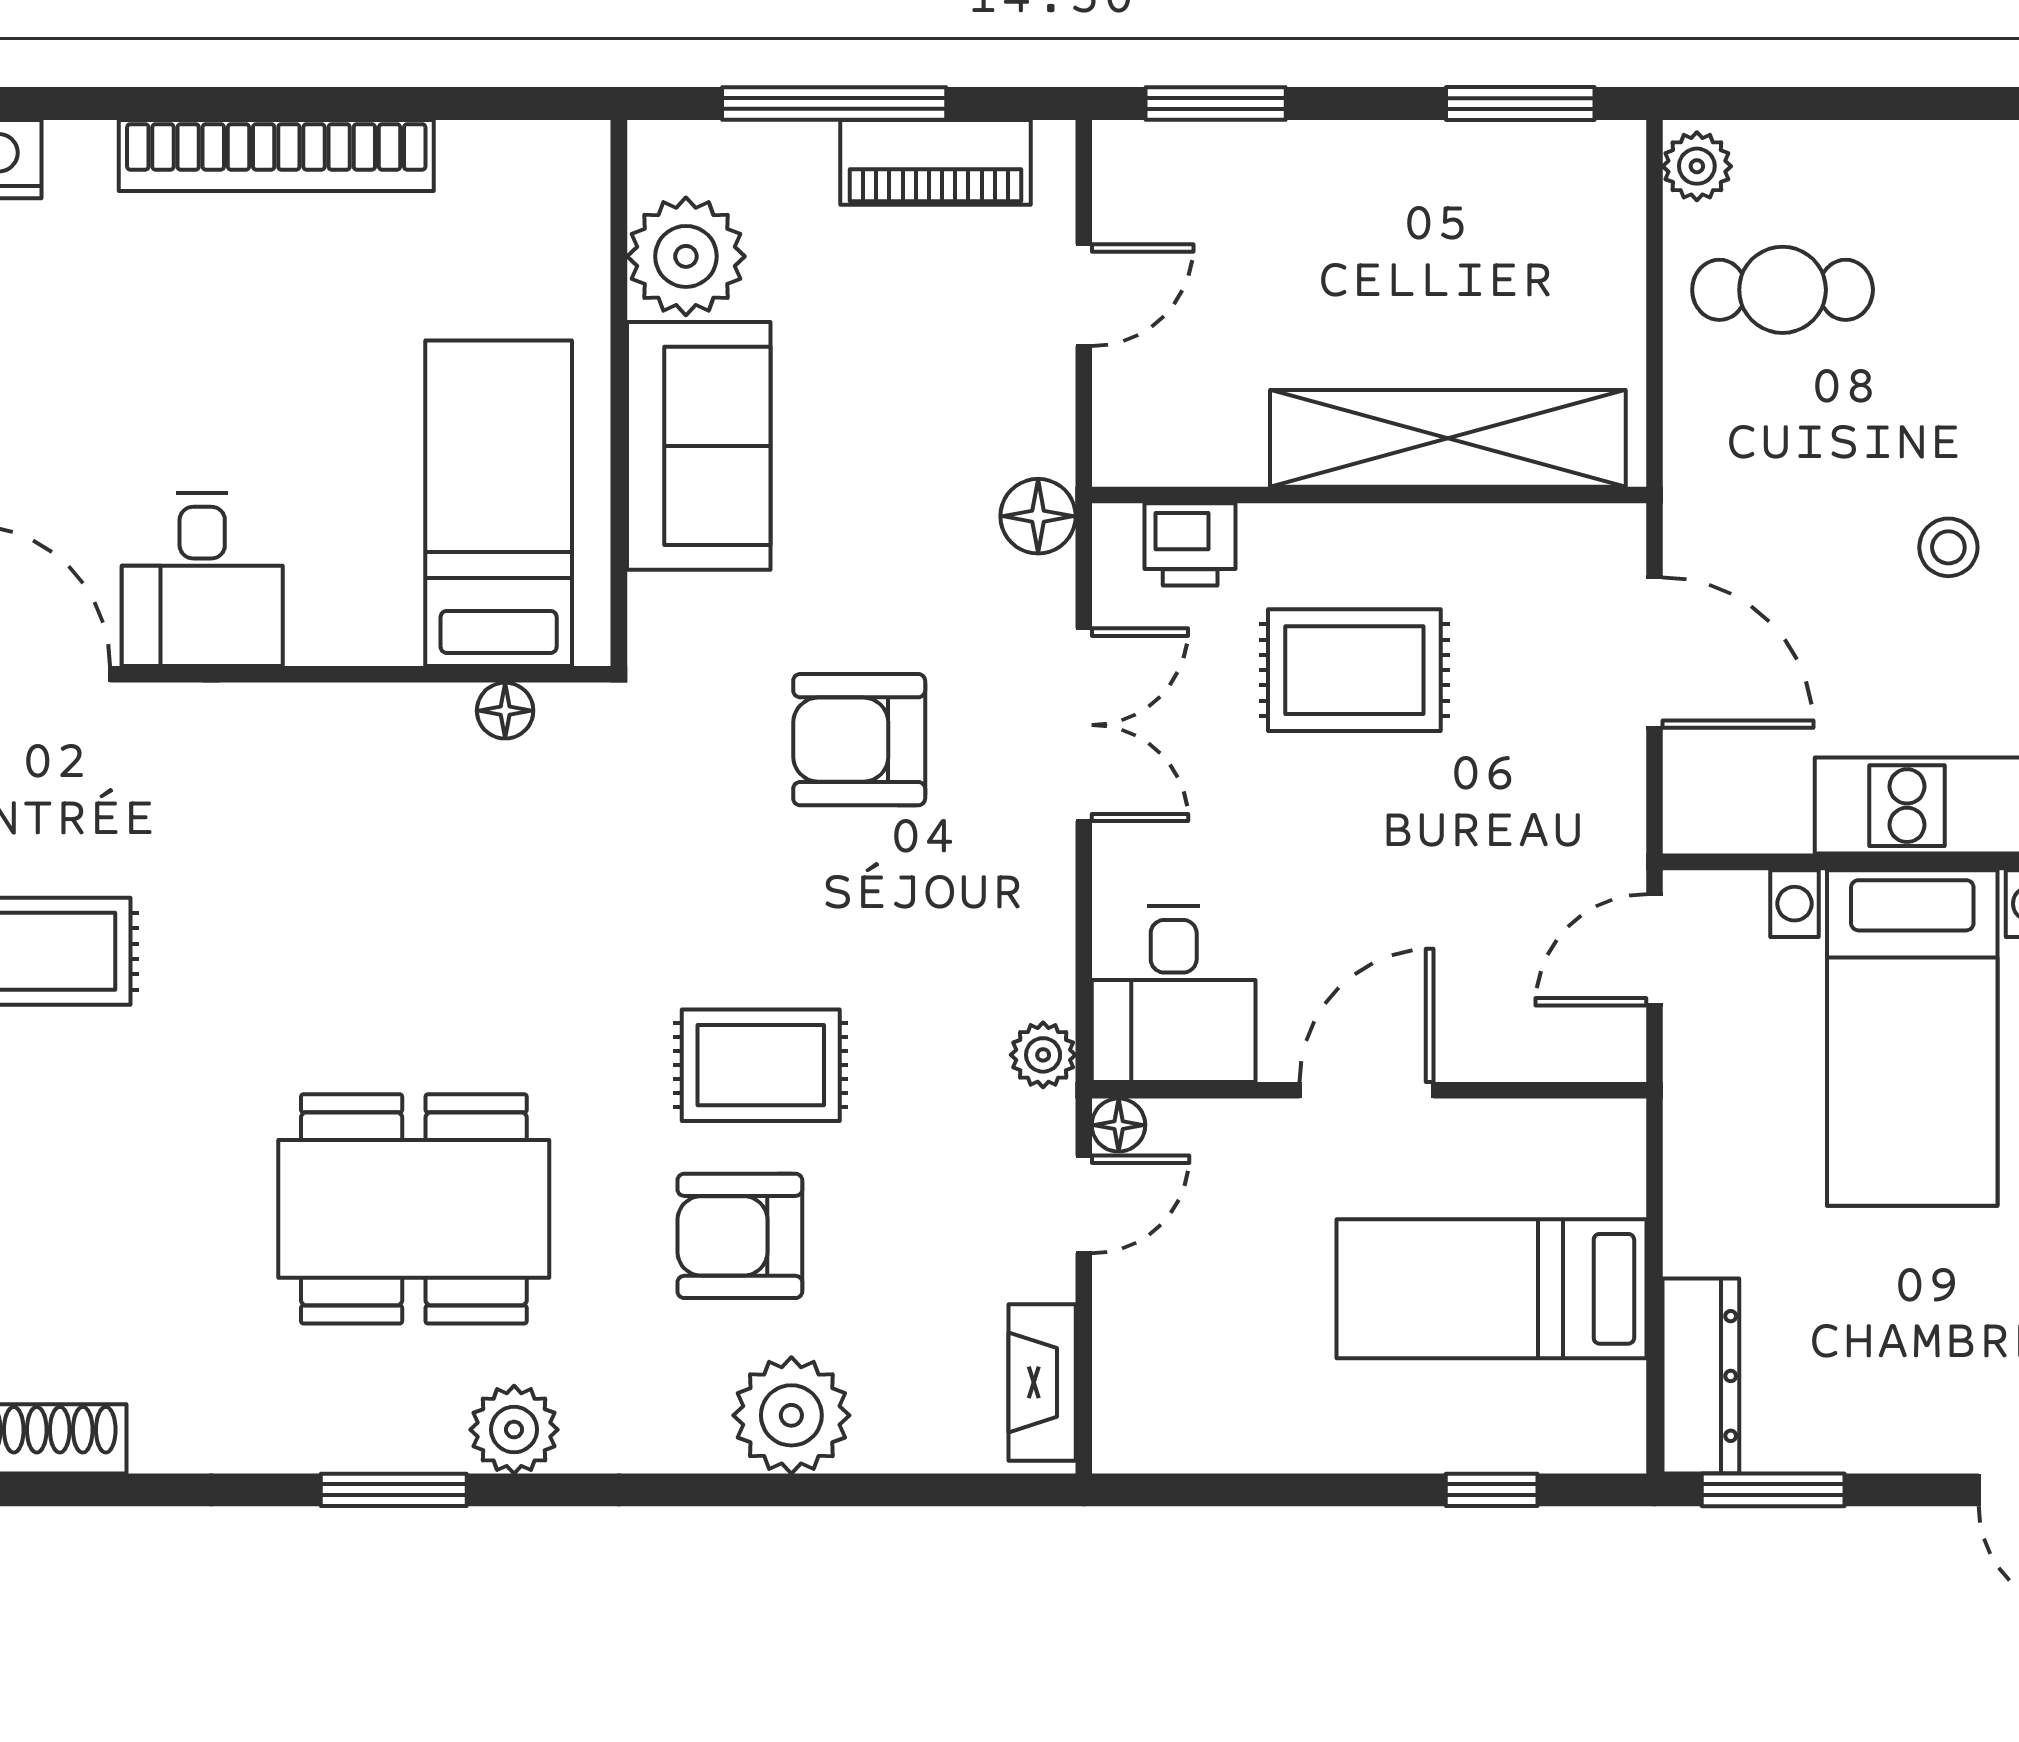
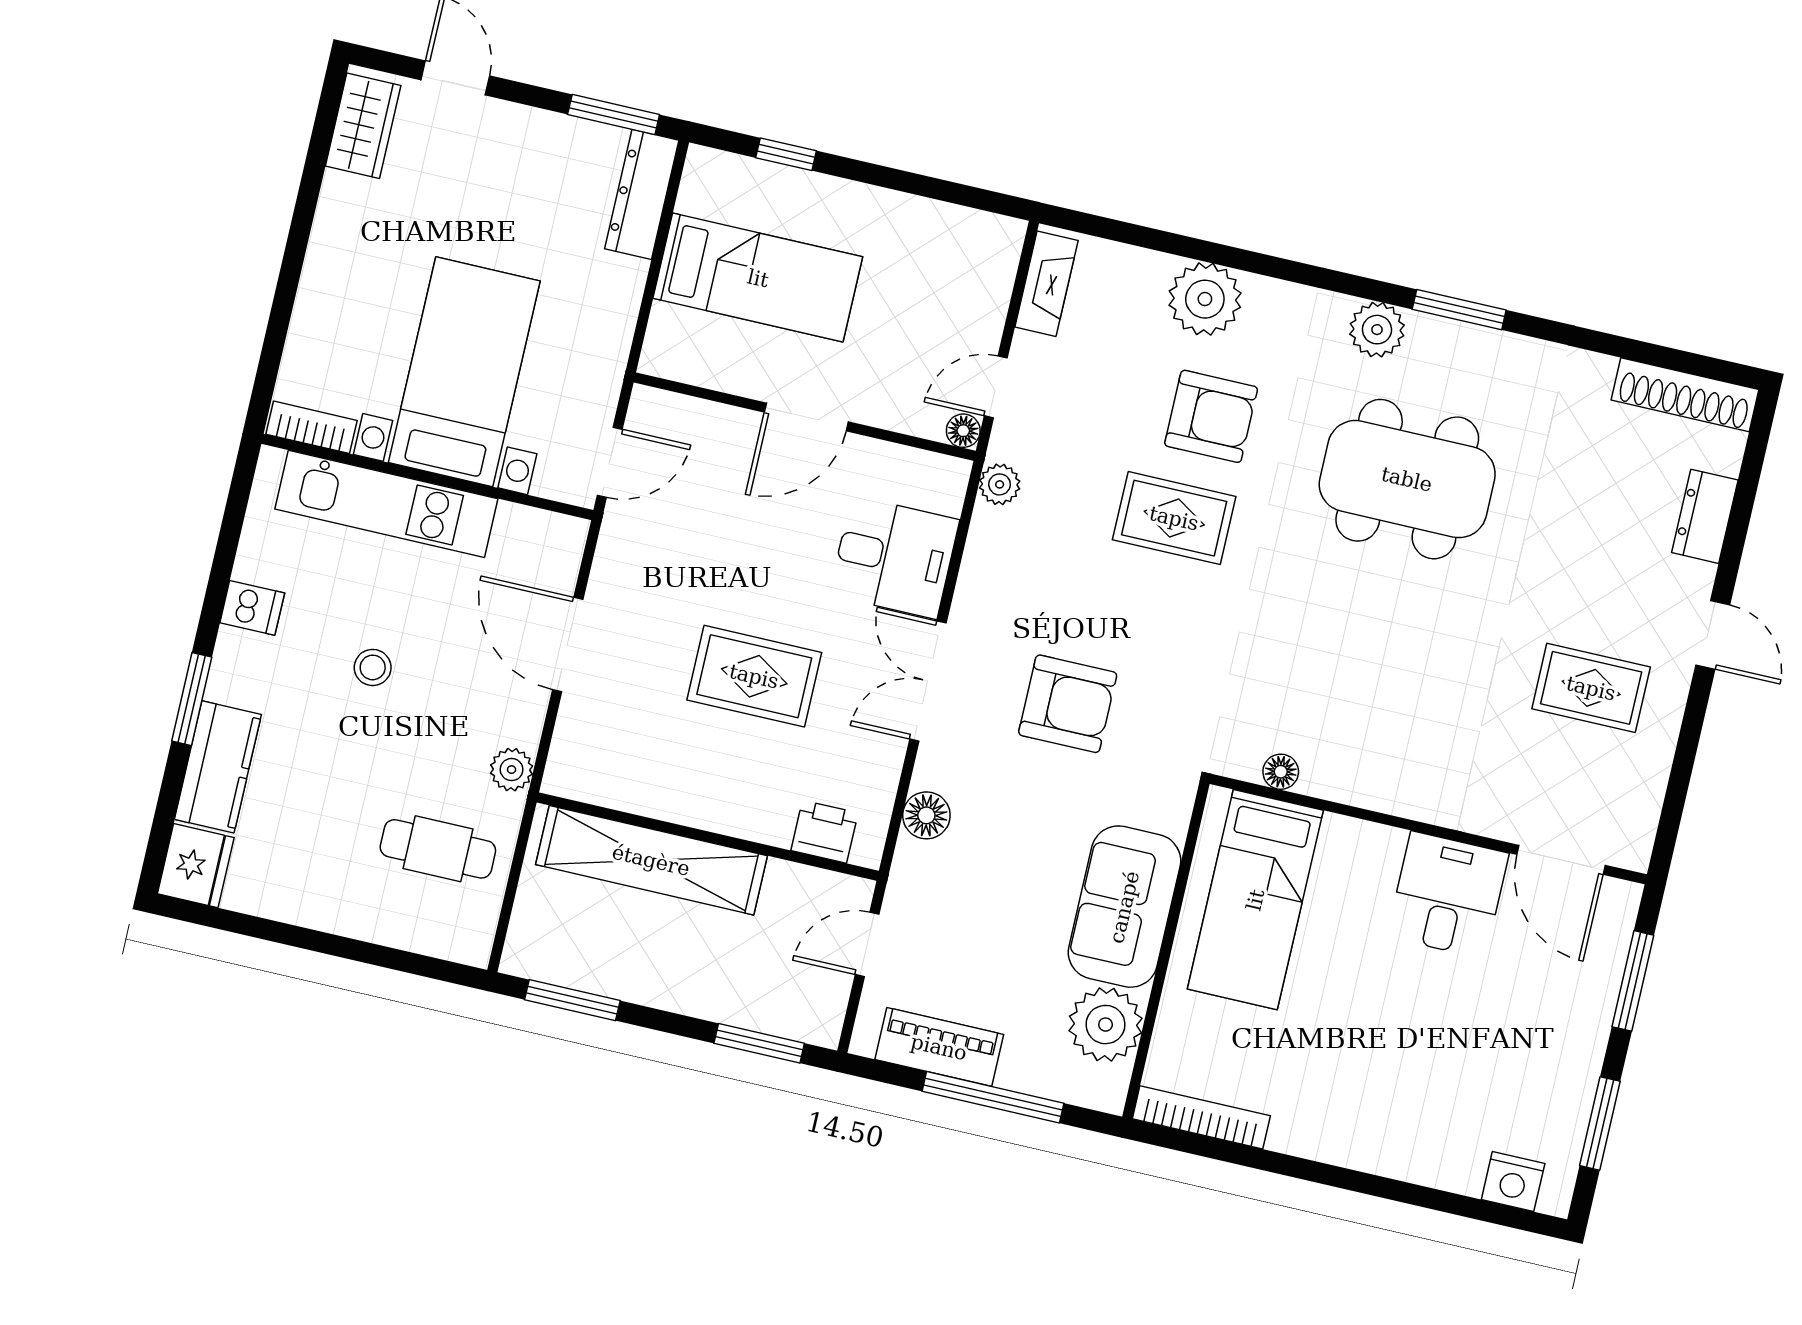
bookcase: (276, 156) -> (1201, 1117), moved, width x0.68, depth x0.76
plant: (1697, 166) -> (512, 770), moved
shelving: (1448, 438) -> (651, 860), moved
wall: (1369, 495) -> (708, 837), moved
printer: (1190, 544) -> (824, 832), moved
desk: (1174, 994) -> (894, 557), moved, turned 90

